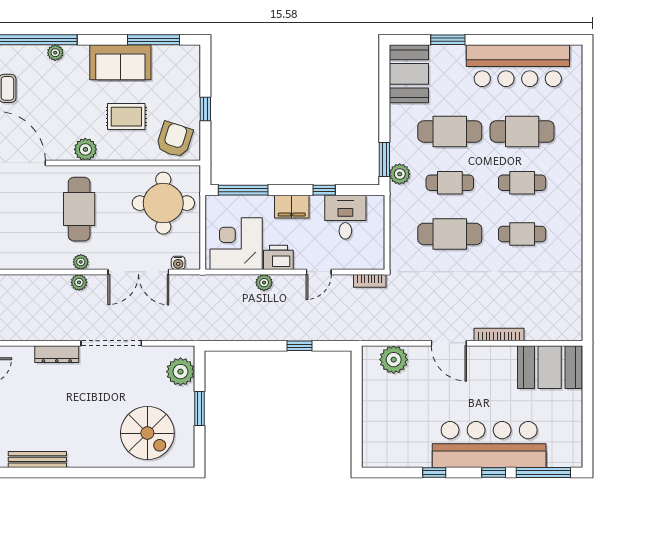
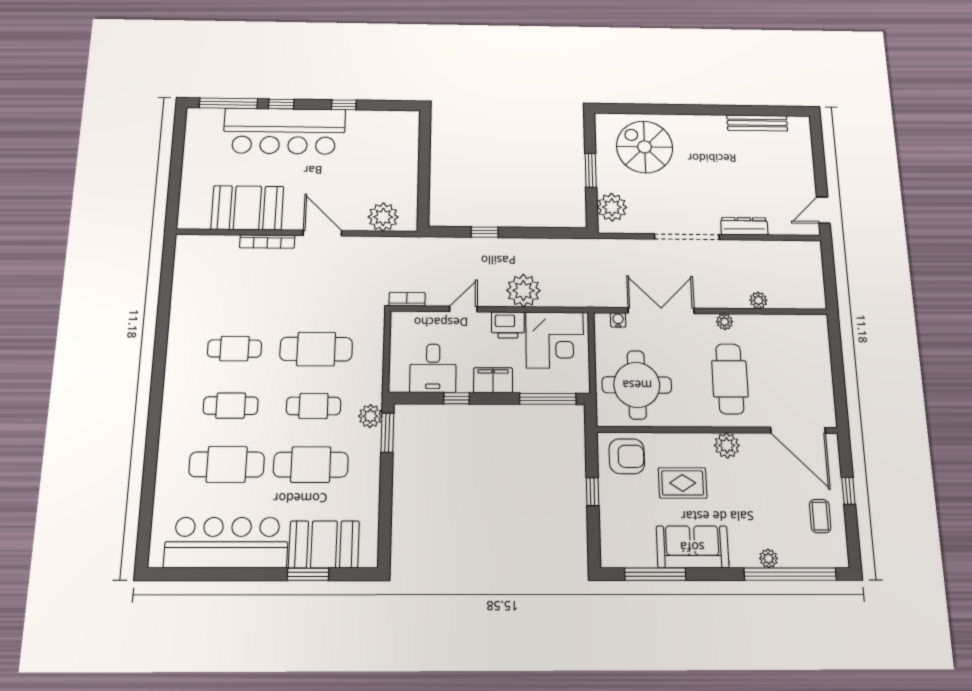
booth: (409, 74) -> (324, 544), moved, turned 90
armchair: (174, 140) -> (627, 456), turned -108
plant: (79, 282) -> (758, 300), moved
plant: (264, 283) -> (523, 291), width x1.88, depth x1.88
booth: (550, 367) -> (247, 208), moved

